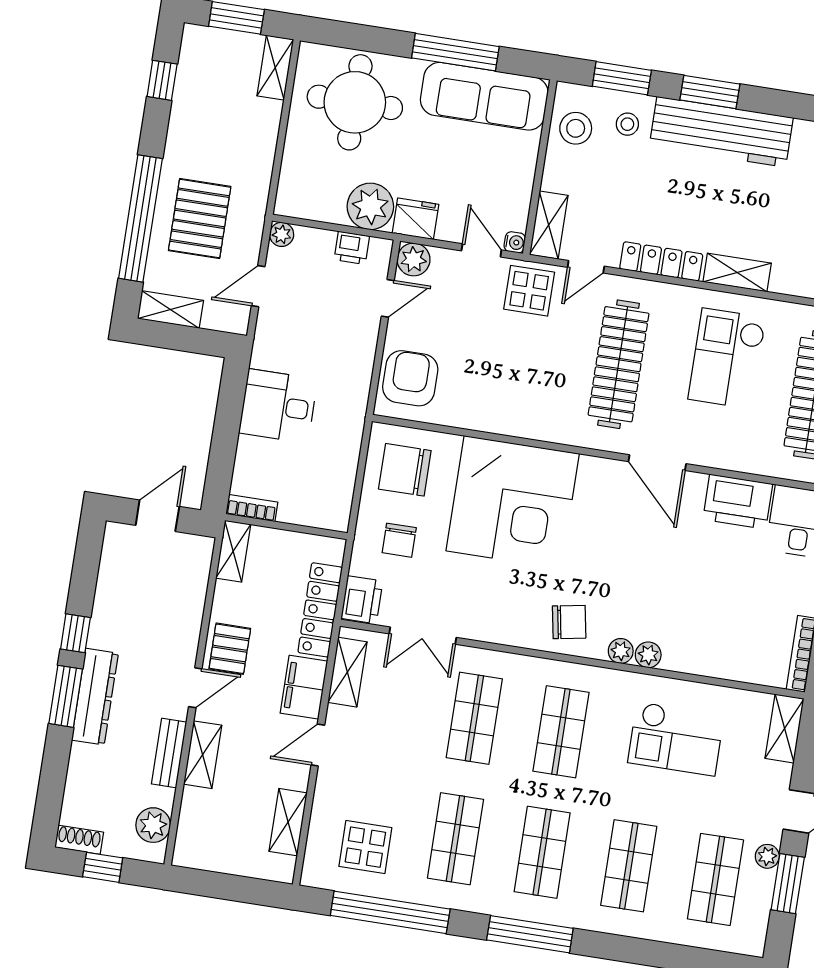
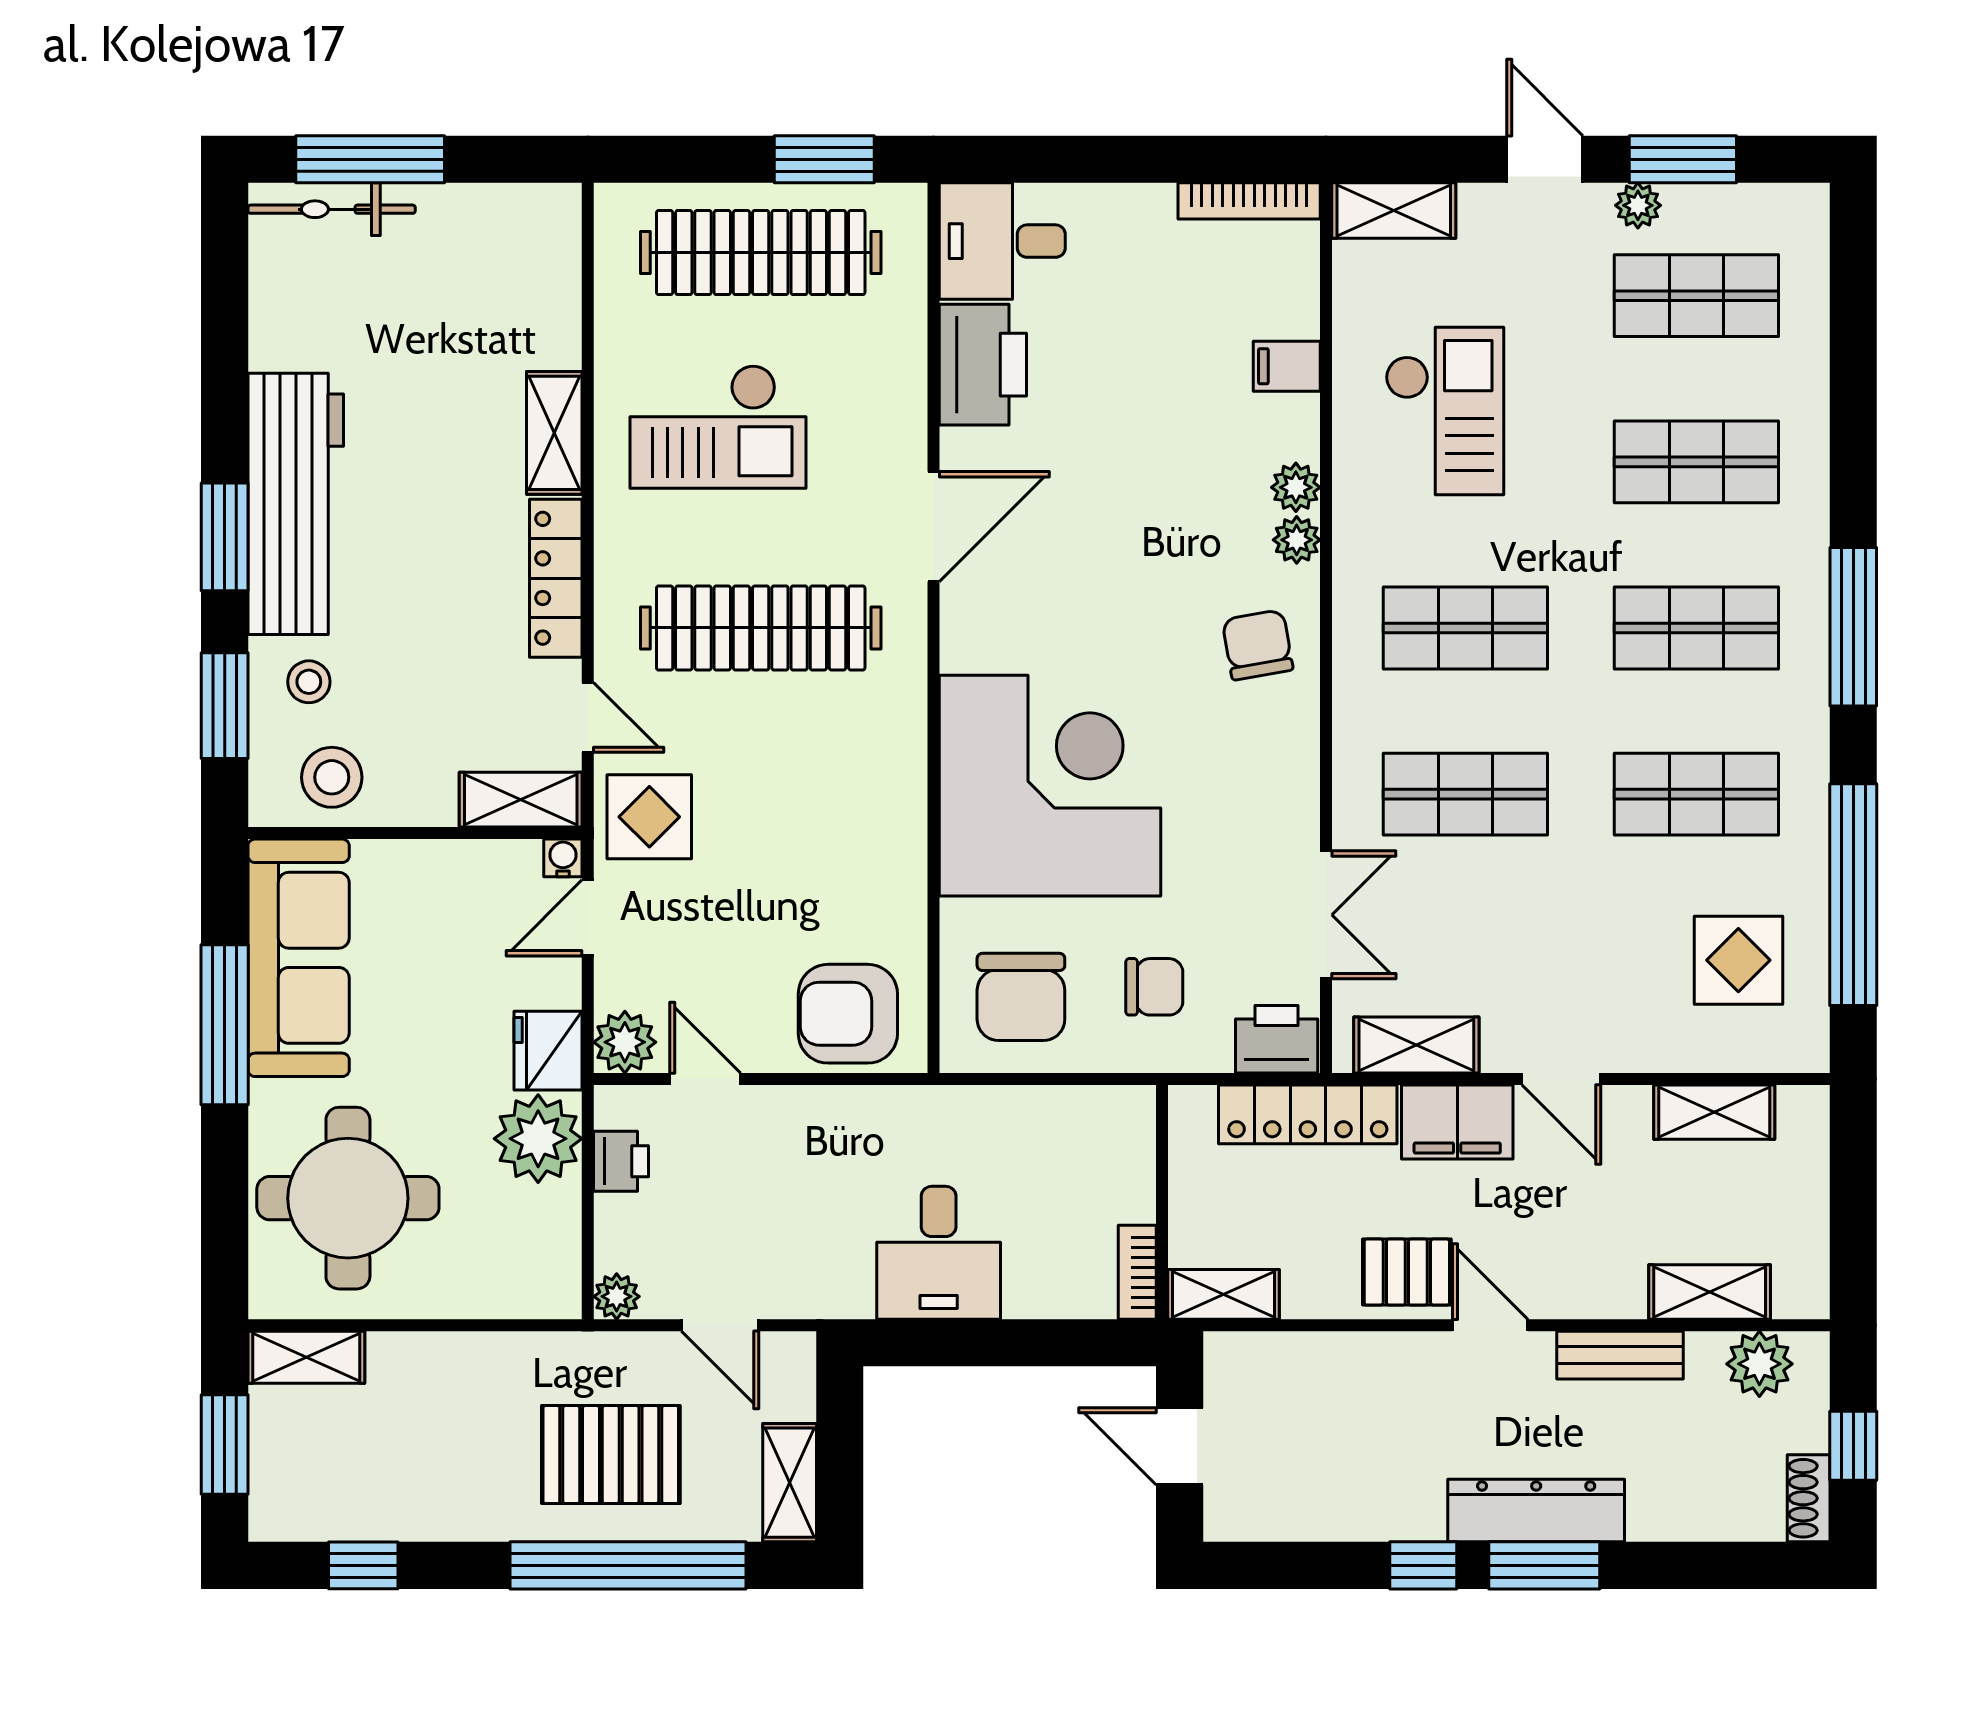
filing cabinet: (712, 660) -> (1287, 366), added
shelving: (203, 755) -> (1710, 1292), moved

